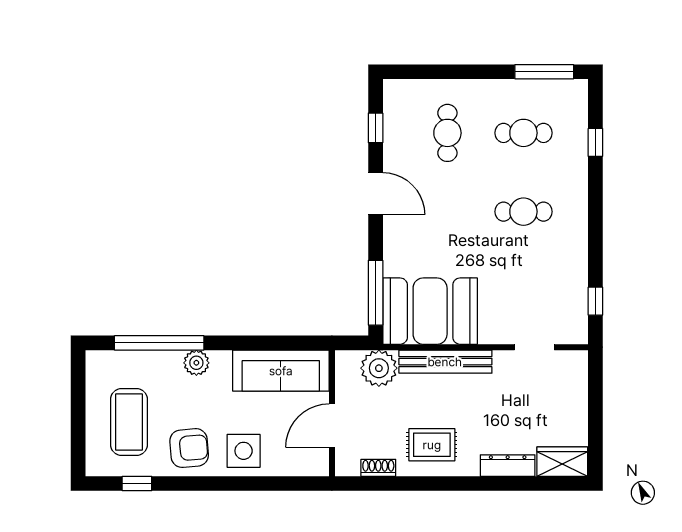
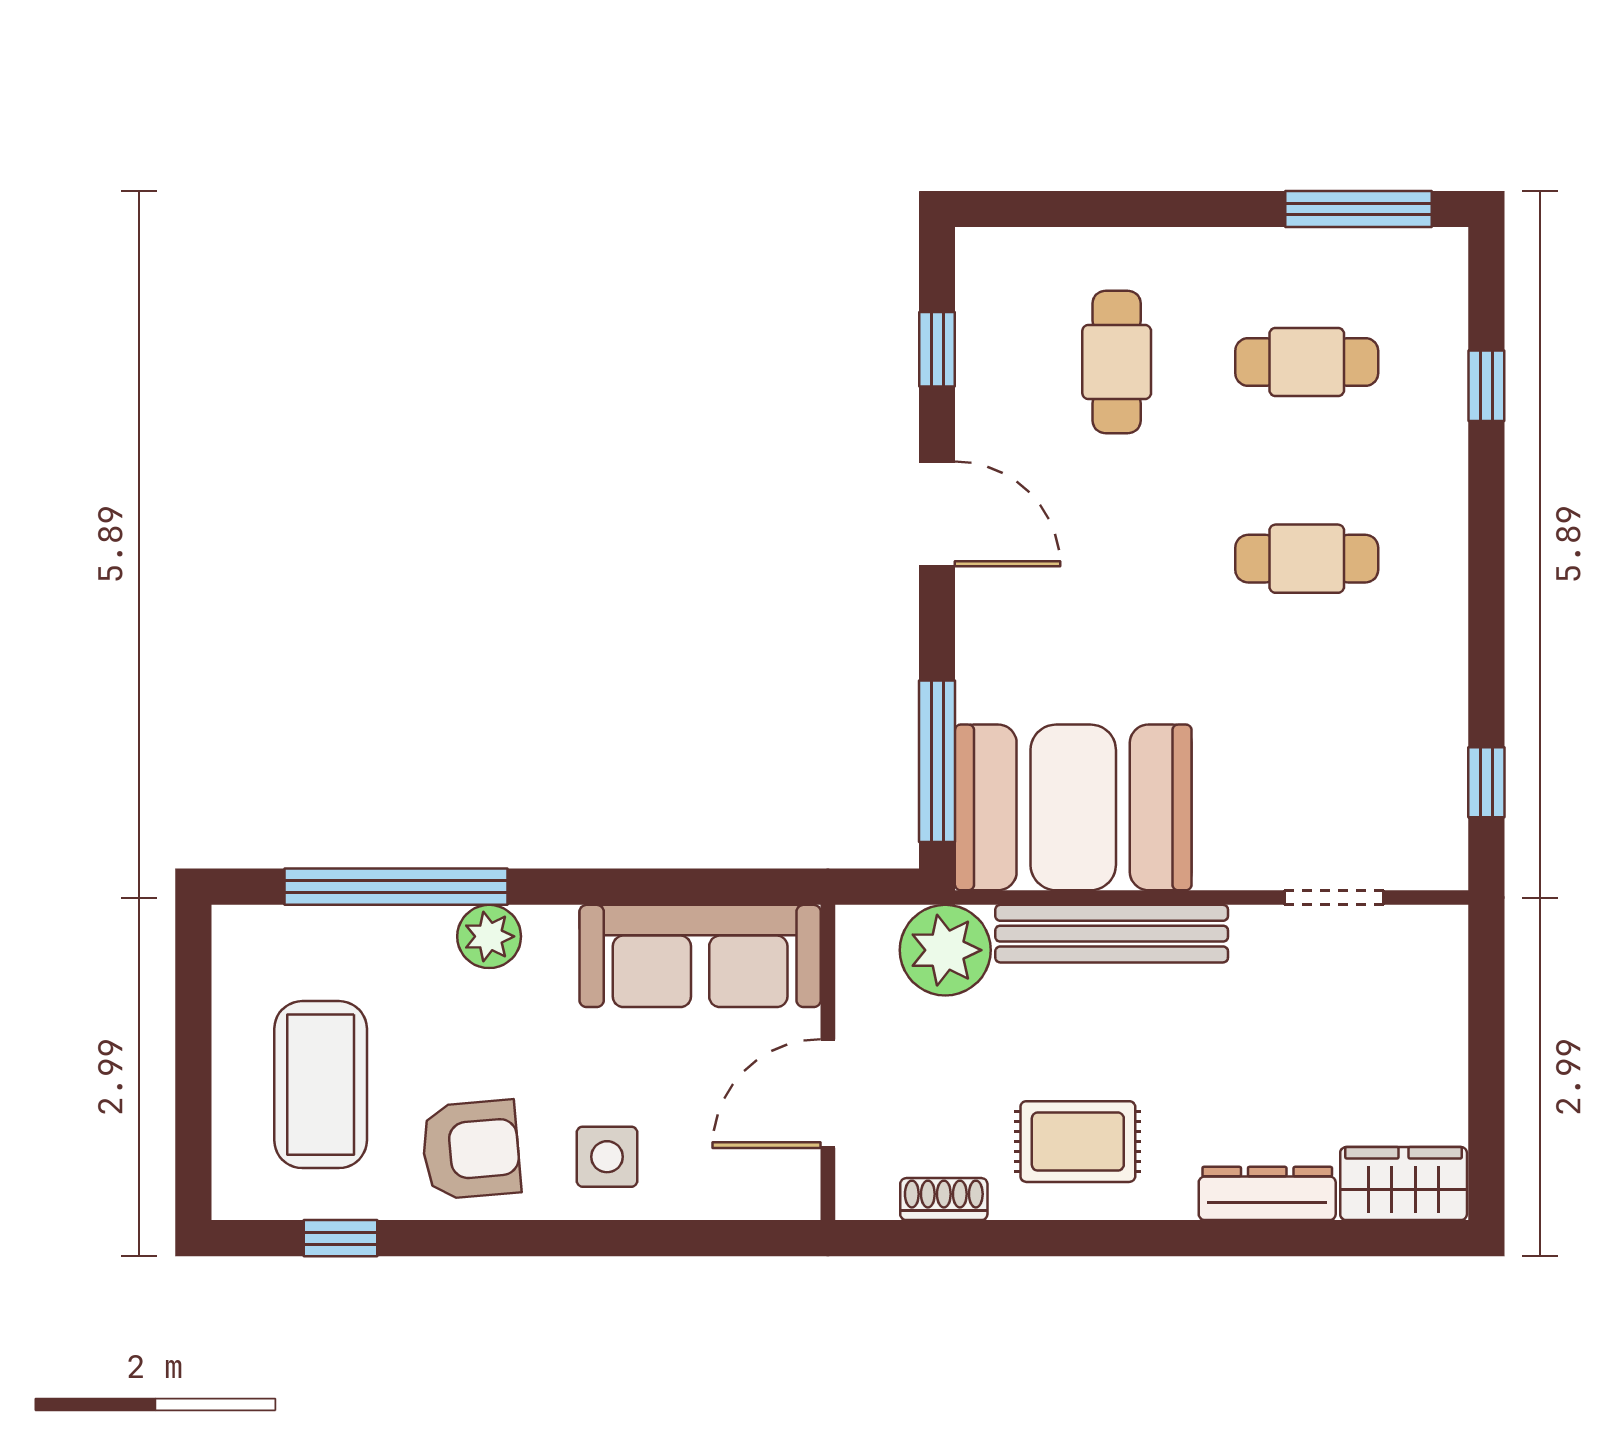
side table: (244, 451) -> (607, 1157), width x0.73, depth x0.73

